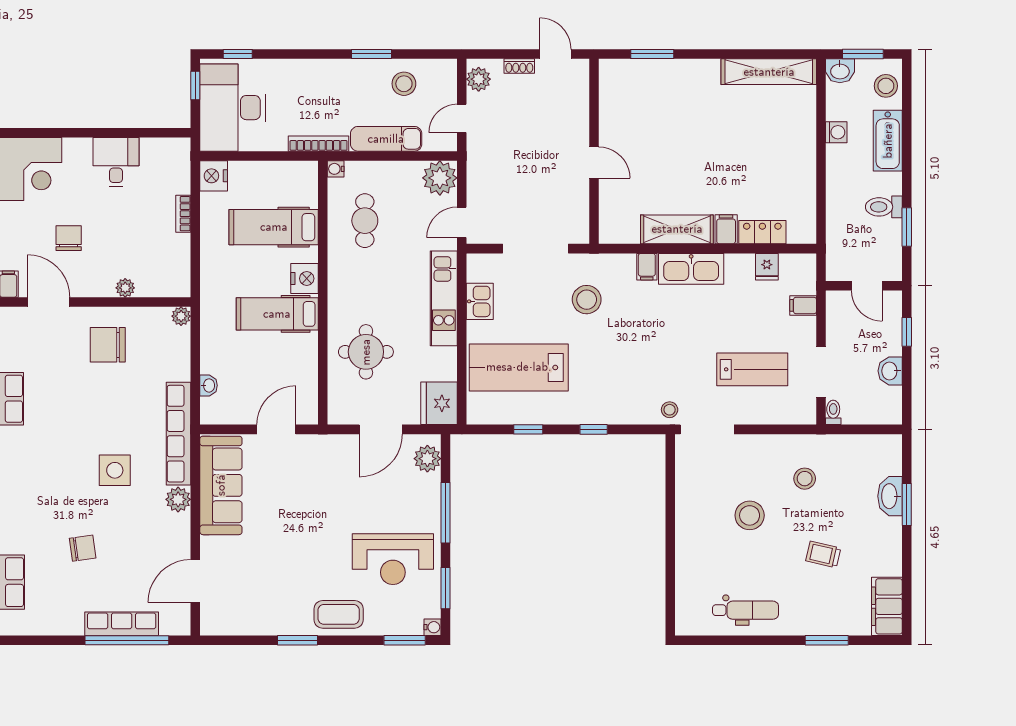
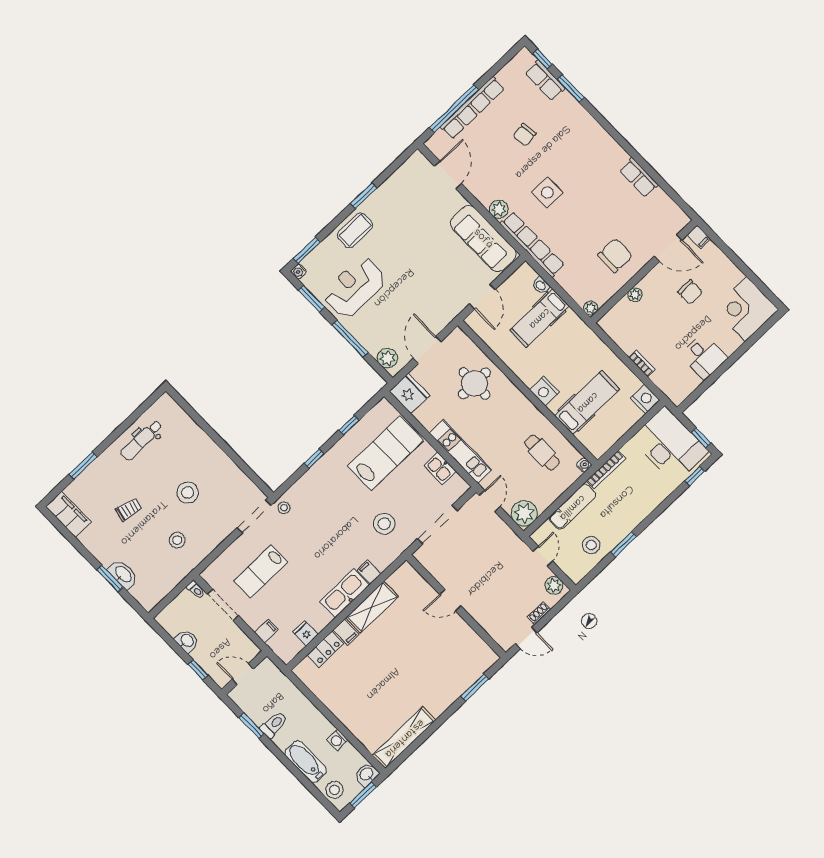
hospital bed: (277, 314) -> (539, 318), moved, turned 180
row of seats: (122, 624) -> (472, 108), width x1.36

